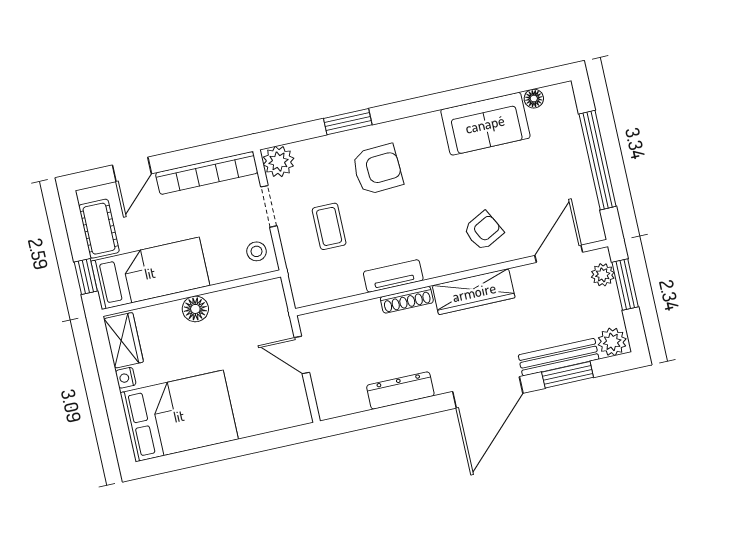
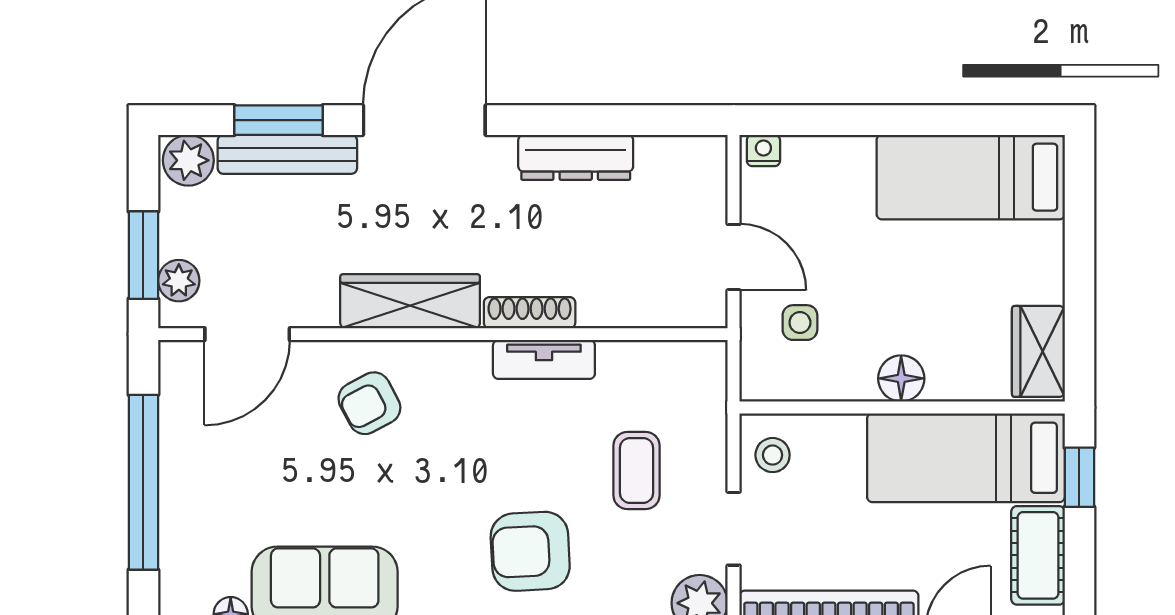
side table: (258, 327) -> (800, 323), added
nightstand: (126, 378) -> (763, 150), moved, turned -90
bed: (179, 416) -> (971, 177), width x0.67

